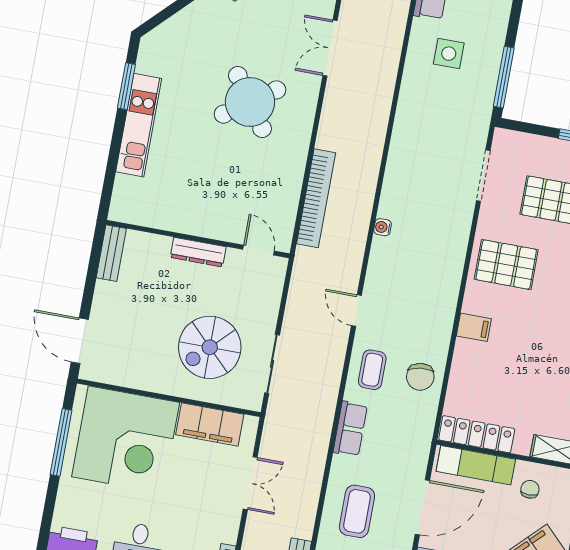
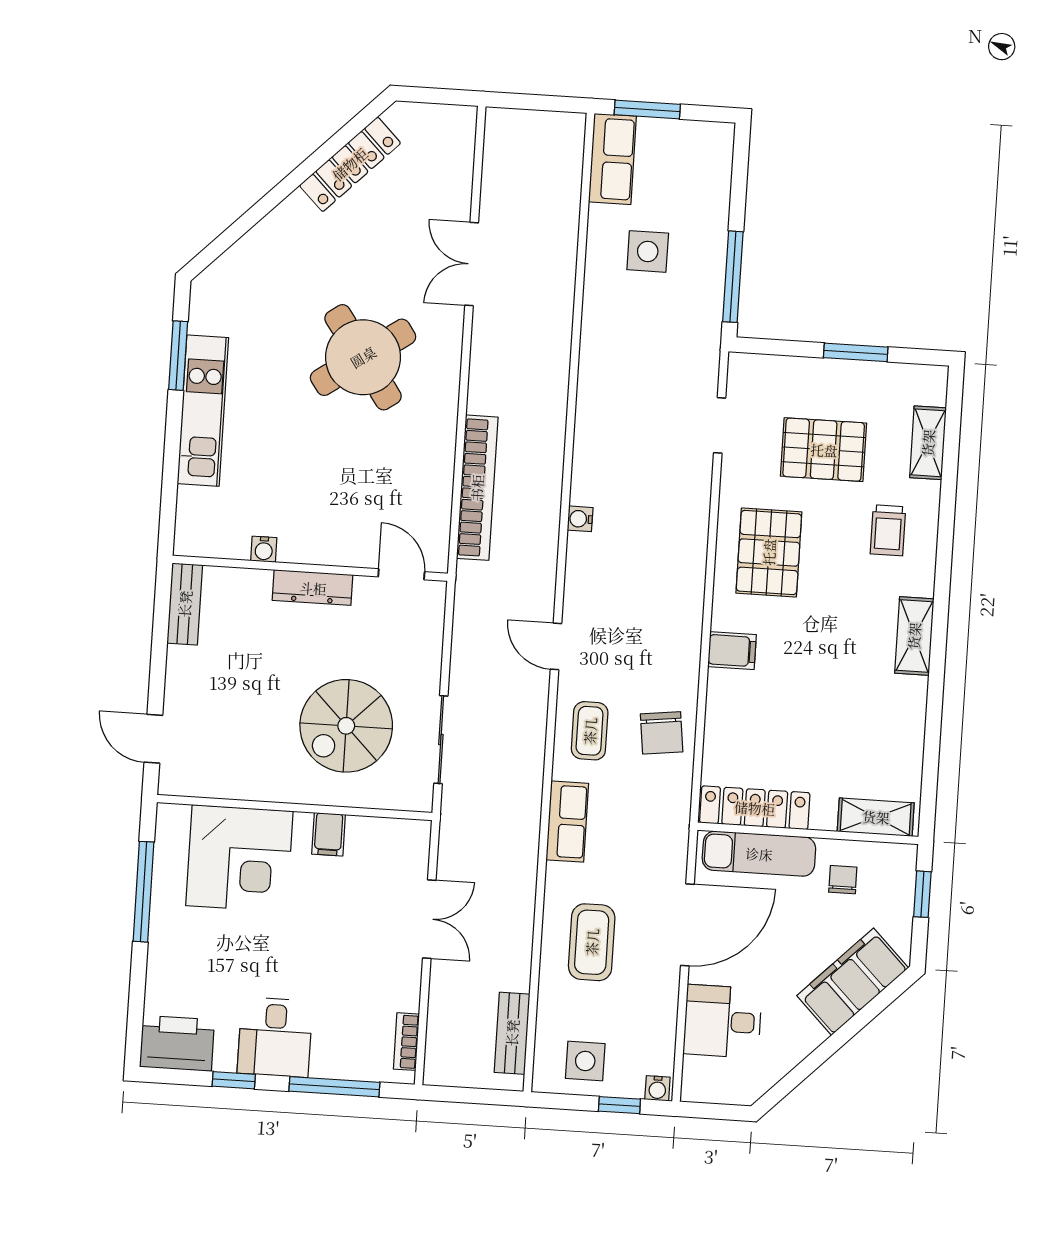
doorway: (483, 176) -> (720, 425), width x0.73
water cooler: (168, 223) -> (264, 549), added
pallet: (506, 265) -> (769, 552), turned 90
door: (80, 341) -> (153, 739), width x0.73
filing cabinet: (210, 425) -> (329, 834), width x0.33, depth x0.86
corner desk: (126, 440) -> (239, 858), width x0.74, depth x0.74

